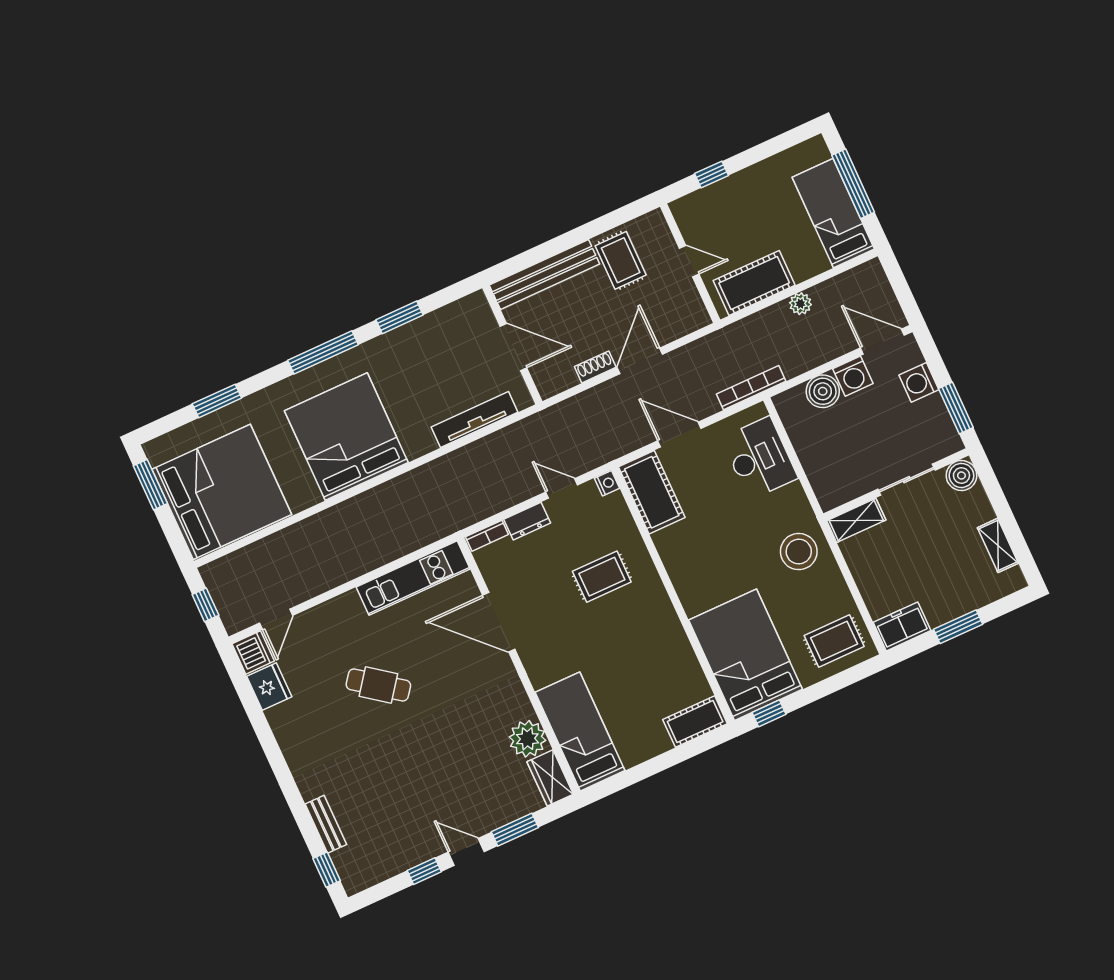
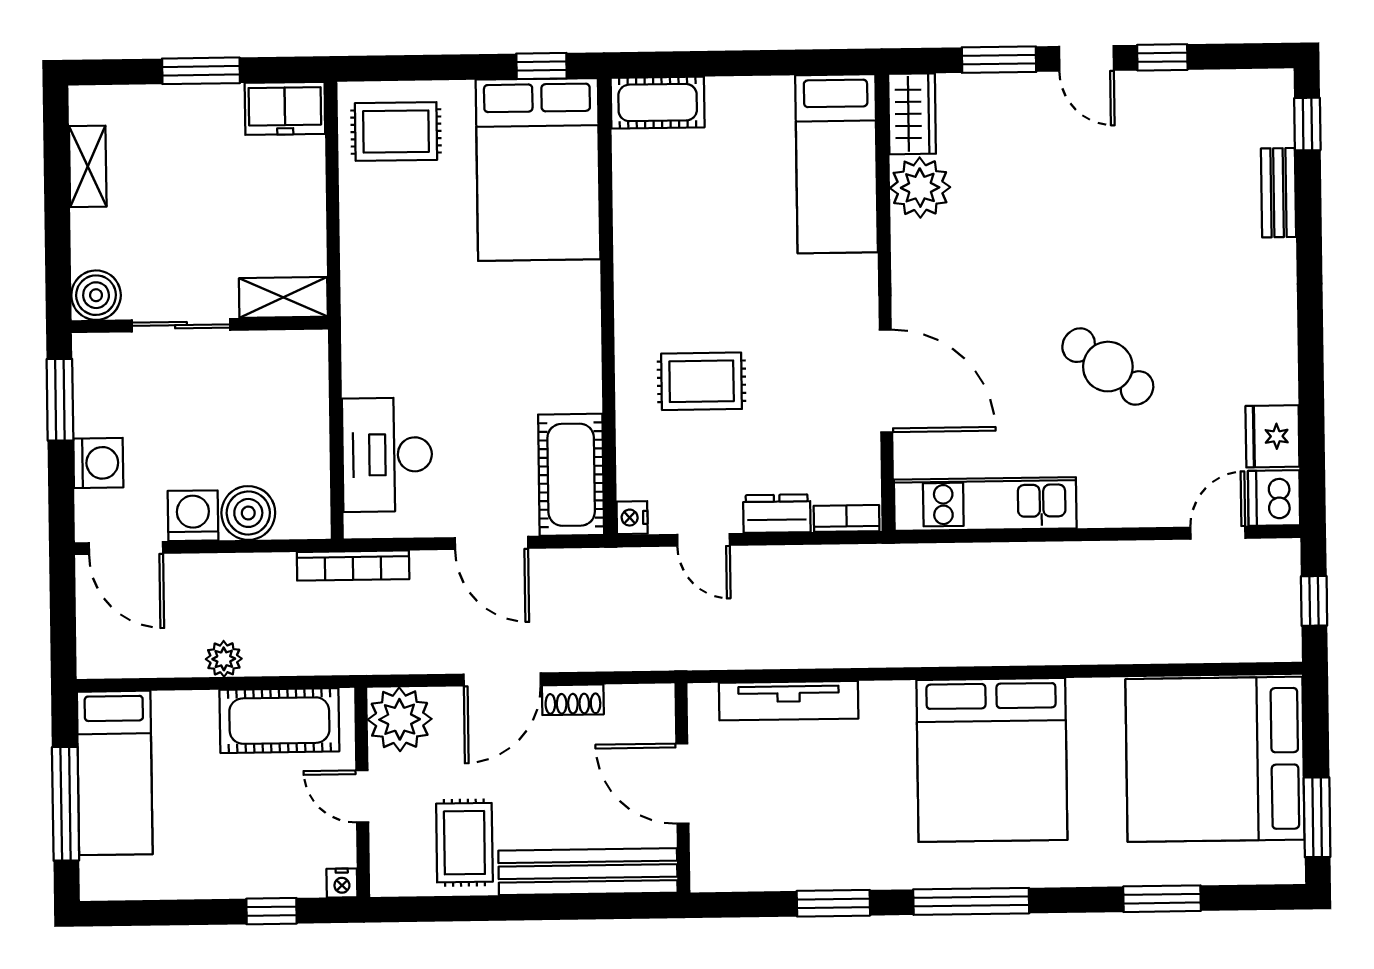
nightstand: (679, 208) -> (342, 883), added
plant: (687, 313) -> (400, 719), added
stool: (799, 552) -> (390, 289), removed

